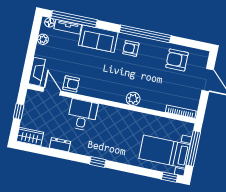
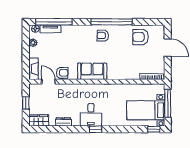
sofa: (98, 39) -> (92, 71), moved, turned 180
plant: (133, 99) -> (113, 74), removed
desk: (82, 115) -> (91, 115), moved, turned 180

